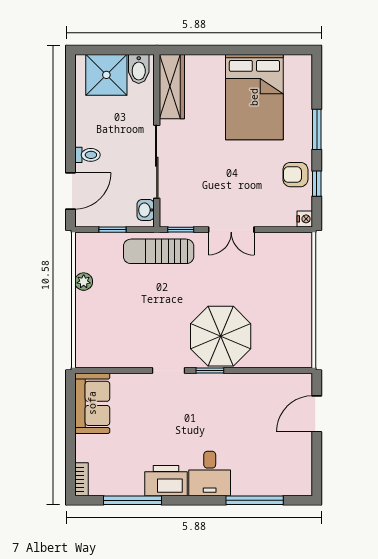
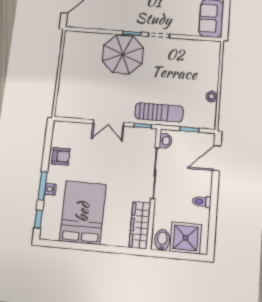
toilet: (87, 155) -> (202, 202), moved
window: (317, 184) -> (38, 219), moved
nightstand: (305, 219) -> (50, 189), moved
double door: (231, 230) -> (108, 123), swing flipped

